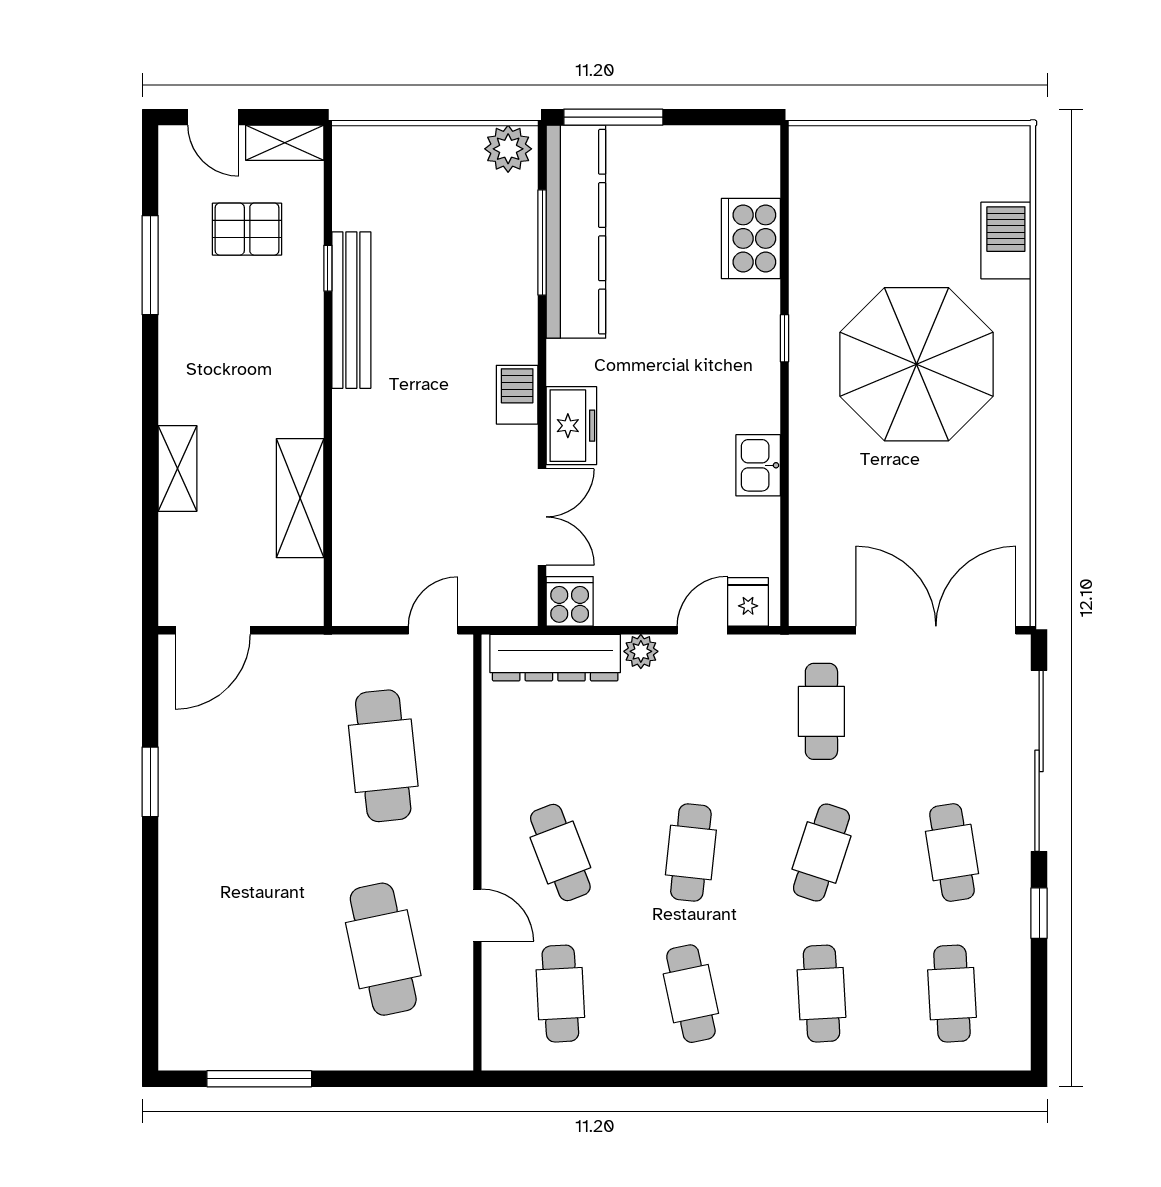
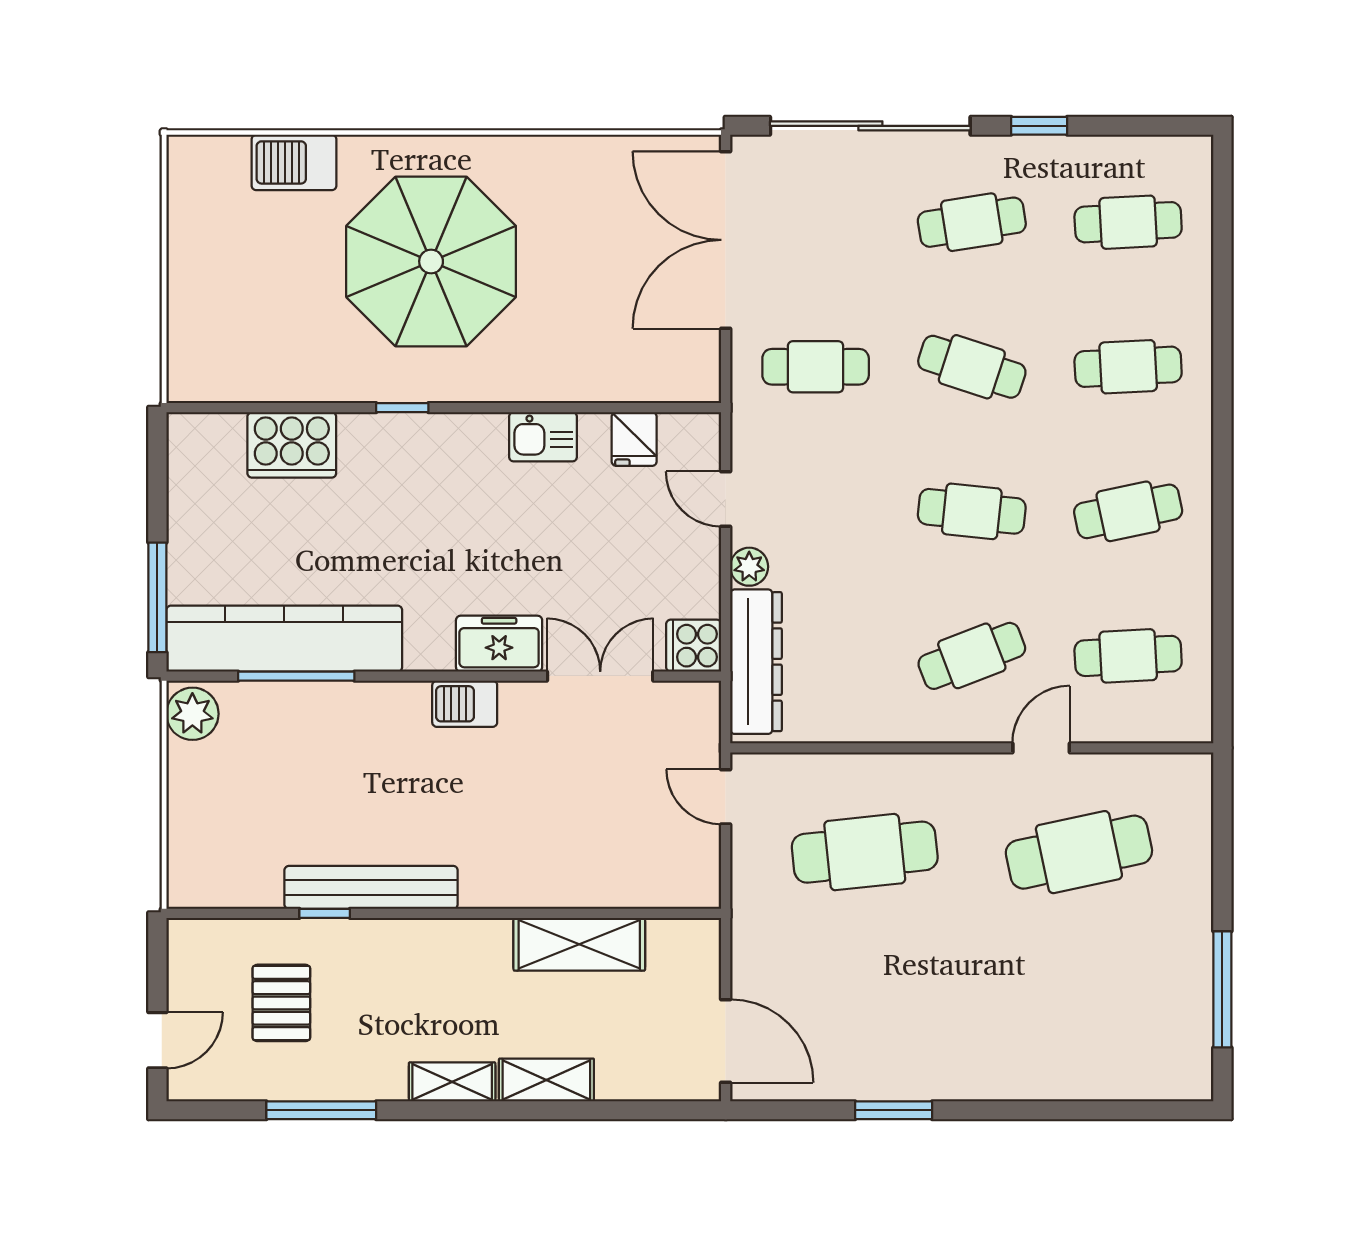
shelving: (285, 143) -> (452, 1082), moved, turned 90
fridge: (748, 602) -> (634, 439), moved, turned -90

